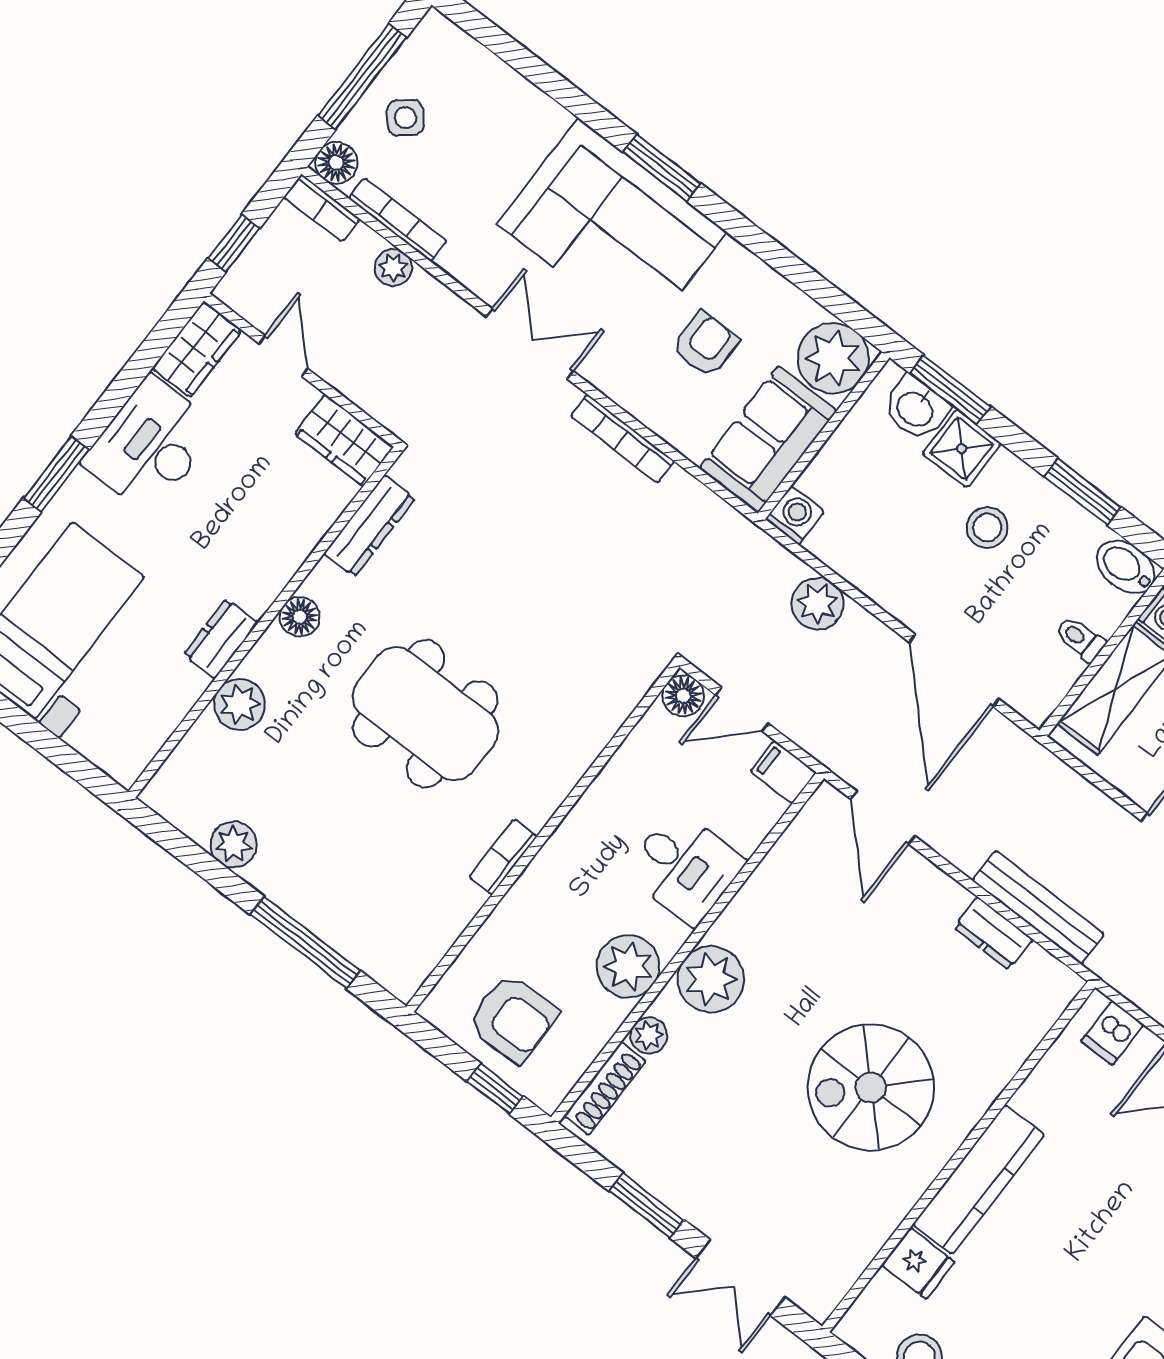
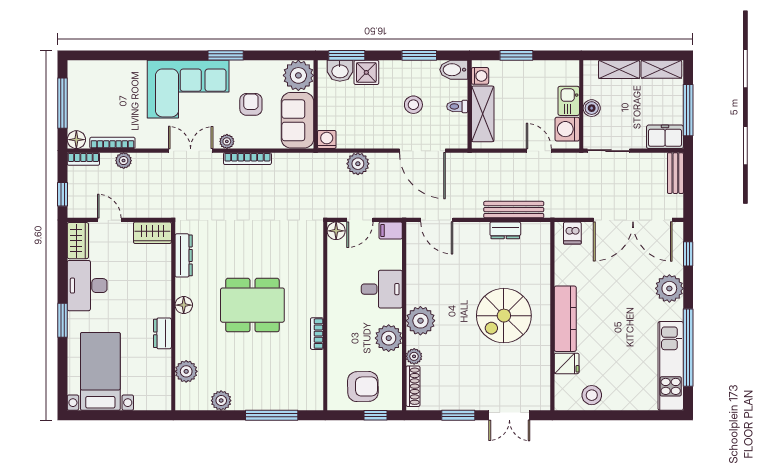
side table: (405, 118) -> (88, 106), removed
window: (662, 168) -> (226, 55), moved
plant: (609, 378) -> (227, 141), added
stool: (987, 528) -> (413, 105), moved
plant: (240, 704) -> (186, 371), moved

